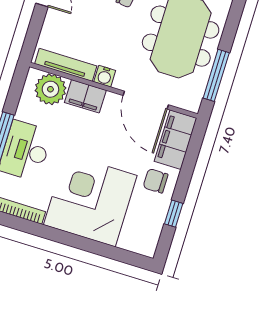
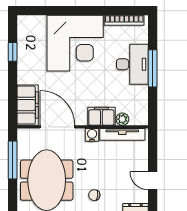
plant: (50, 89) -> (122, 119), width x0.53, depth x0.53
chair: (155, 181) -> (33, 71), removed

